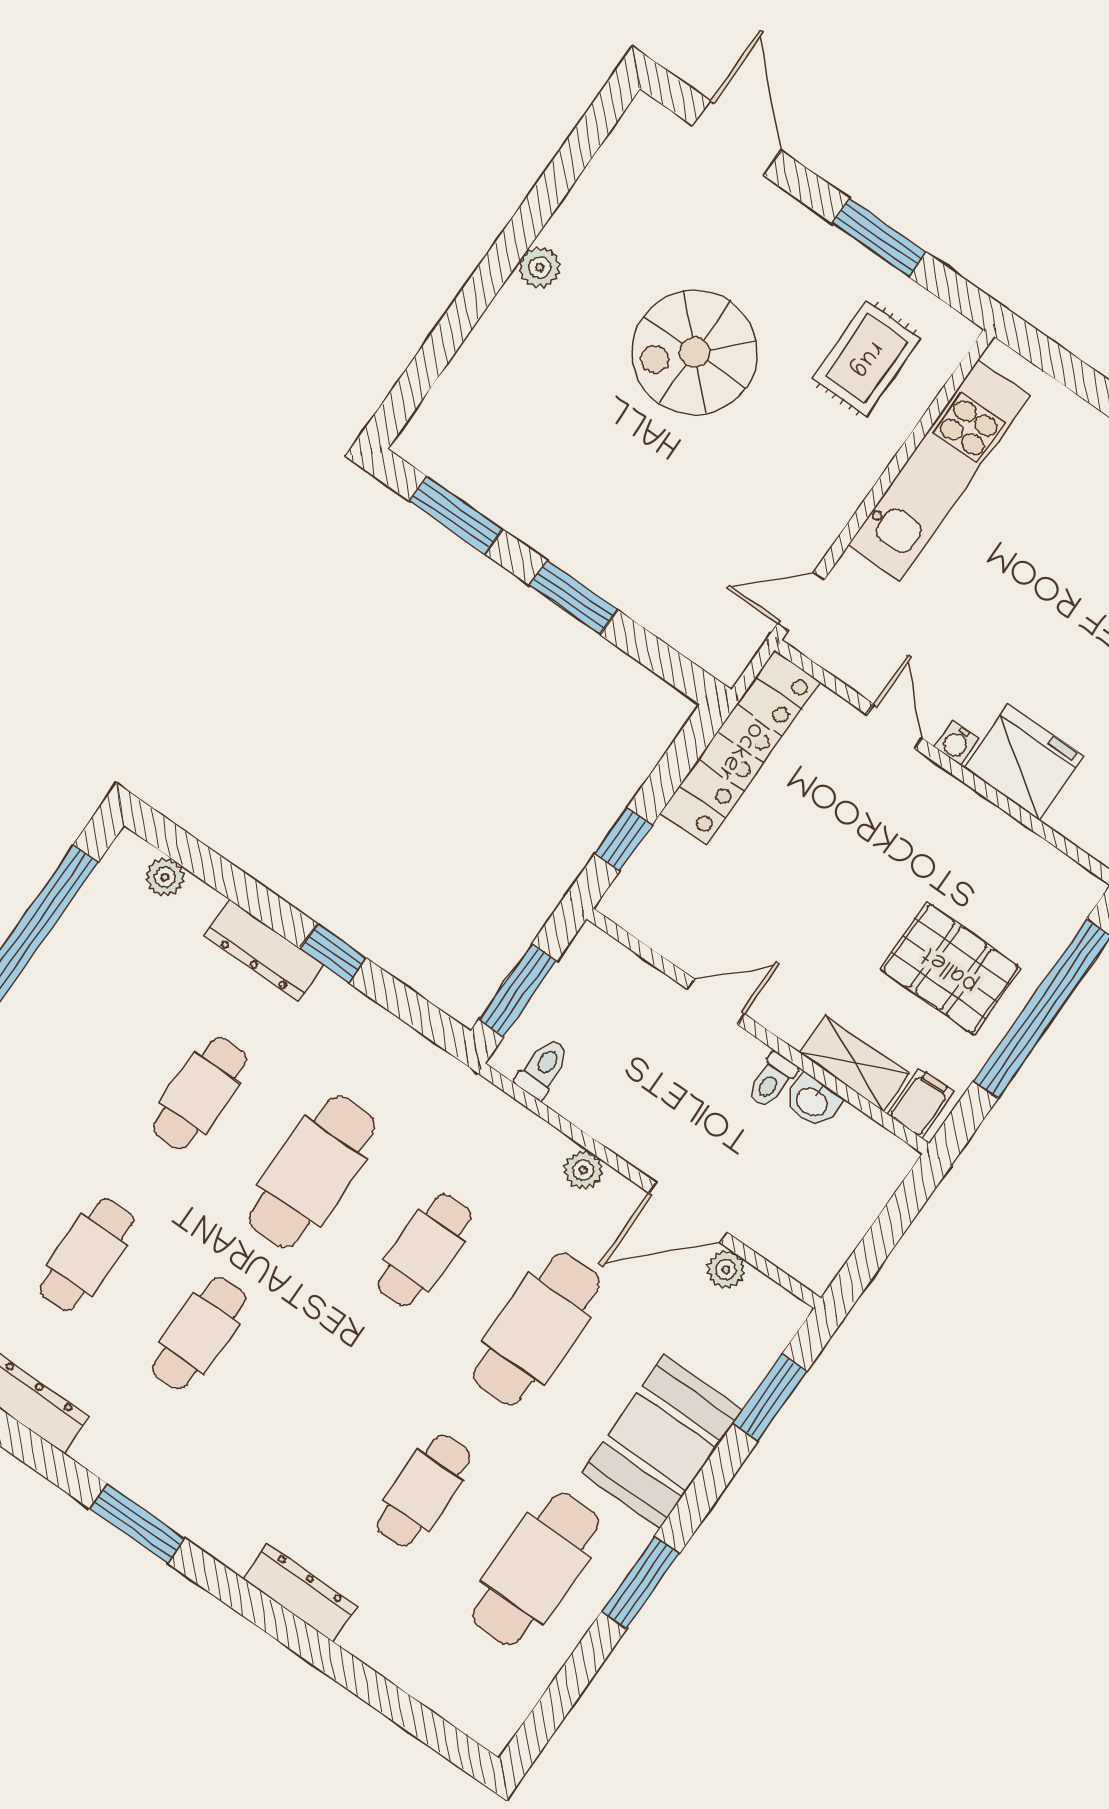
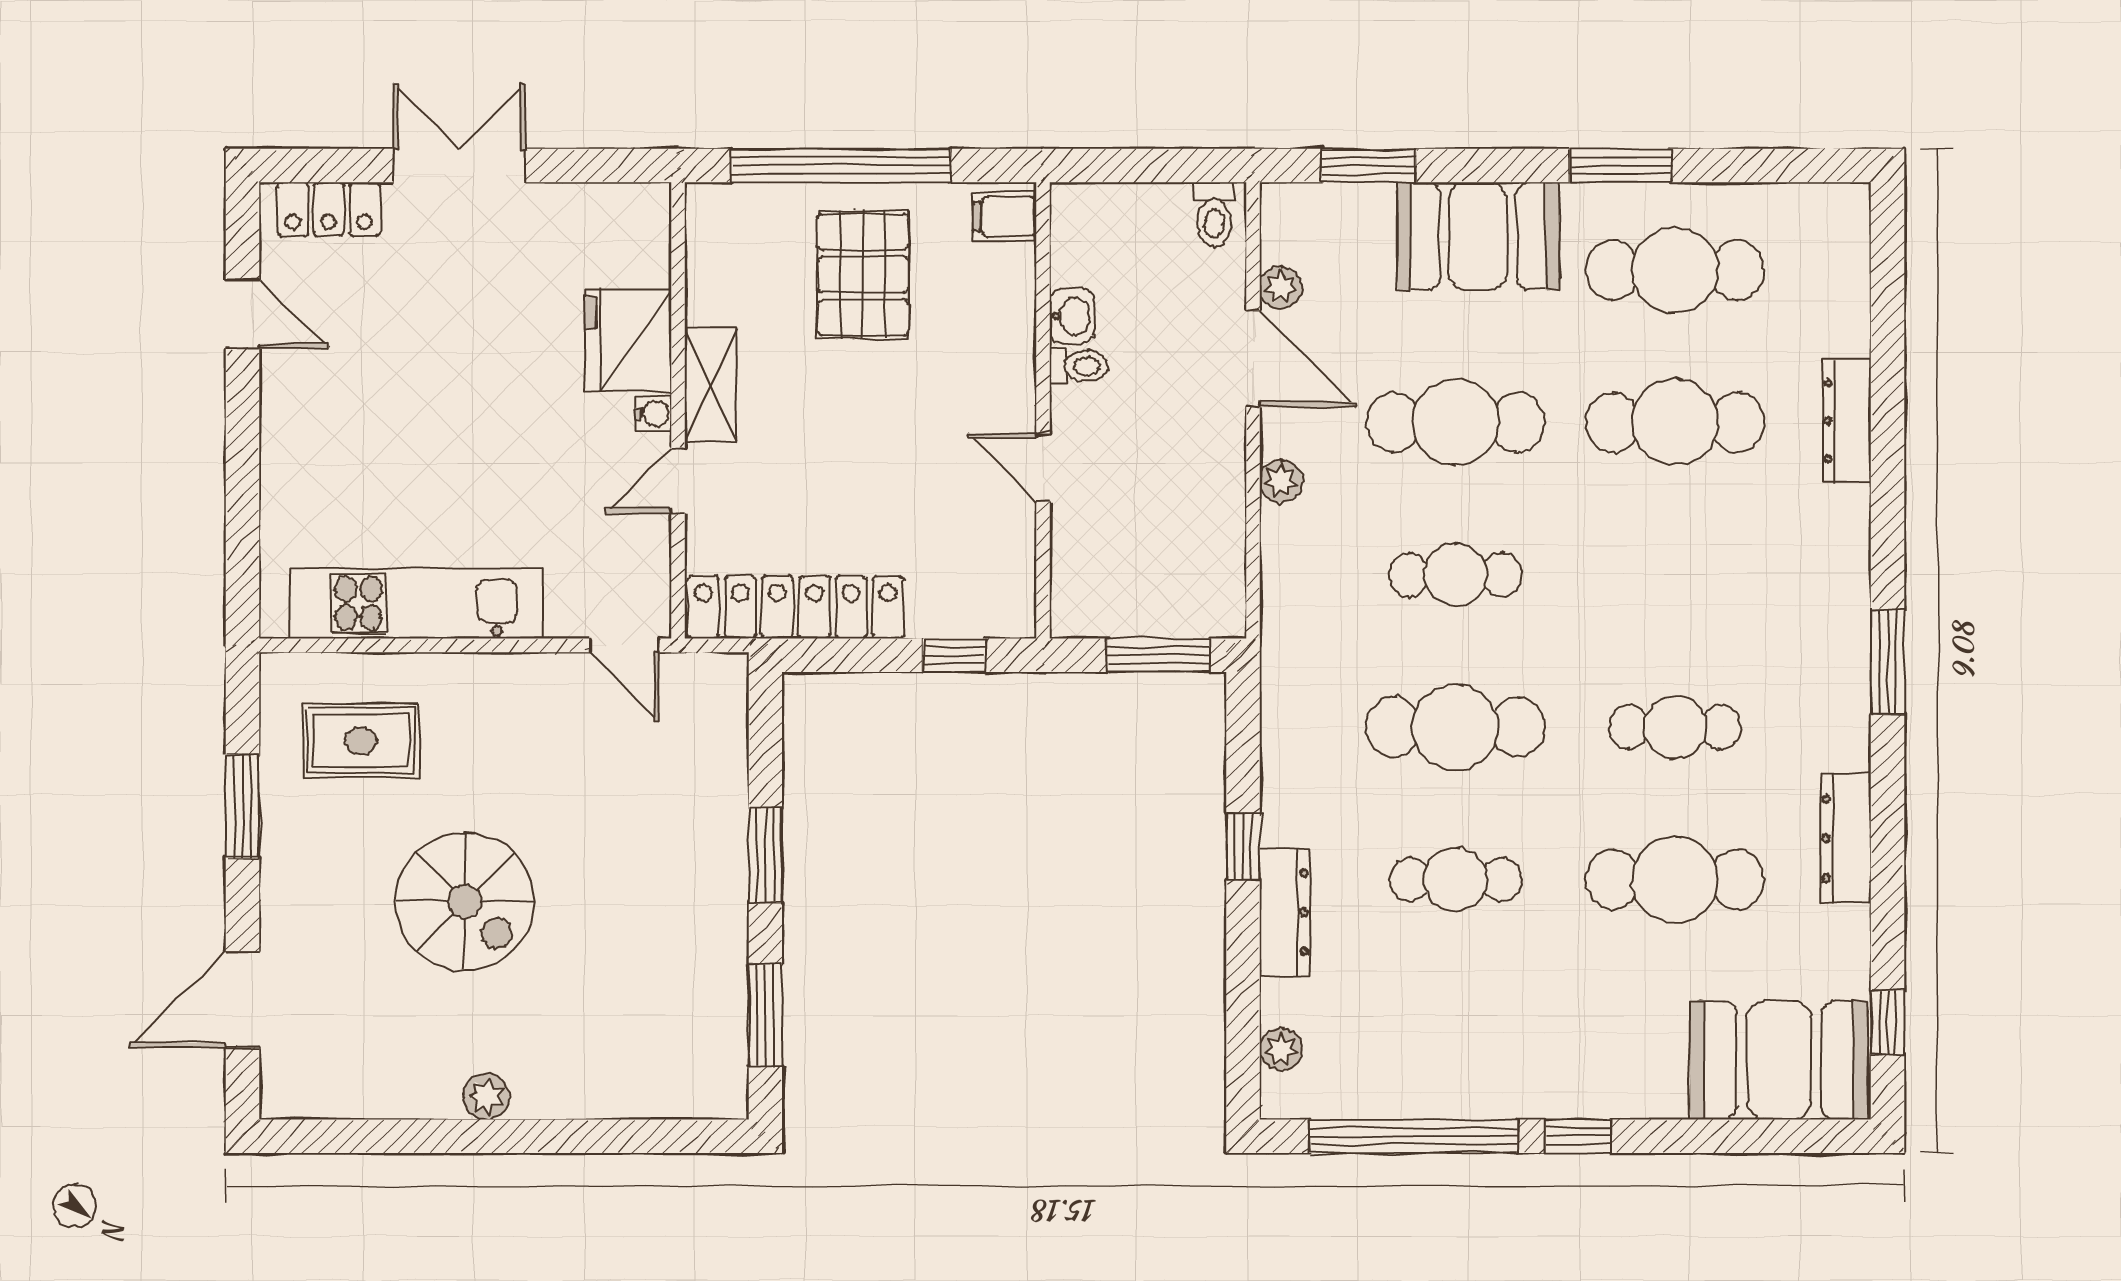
shelving: (854, 1063) -> (710, 385), moved
toilet: (543, 1068) -> (1214, 215), moved, turned -90
cafe table: (87, 1255) -> (1675, 879), width x1.37, depth x1.35
cafe table: (423, 1490) -> (1675, 422), width x1.37, depth x1.35
dresser: (300, 1593) -> (1847, 421), moved

